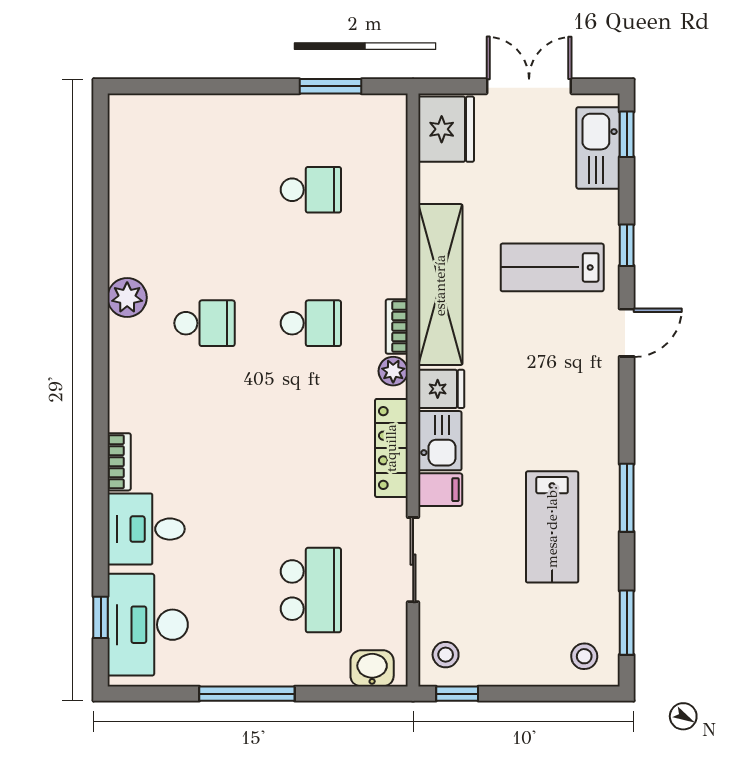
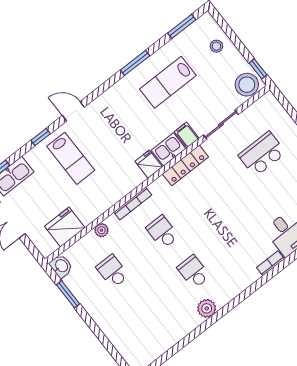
fridge: (446, 129) -> (65, 227), moved
shelving: (440, 285) -> (110, 195), removed
bookcase: (397, 327) -> (133, 204), width x1.56
plant: (393, 371) -> (101, 230), moved
lab bench: (552, 527) -> (168, 82), turned 180
stool: (446, 655) -> (247, 85), width x1.89, depth x1.89
stool: (584, 656) -> (216, 46), moved
washbasin: (372, 668) -> (61, 266), moved, turned 180

